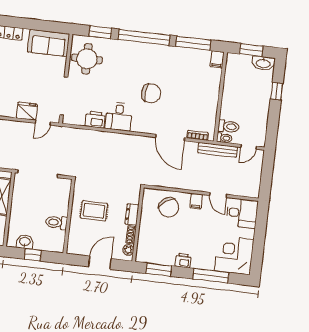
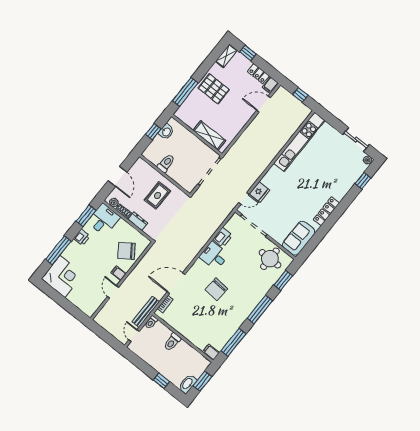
window: (144, 37) -> (260, 309), width x0.68
door: (43, 123) -> (244, 198), swing flipped
toilet: (228, 126) -> (172, 342), moved
door: (218, 195) -> (113, 292), hinge flipped
desk: (242, 213) -> (104, 219), moved, turned 180

